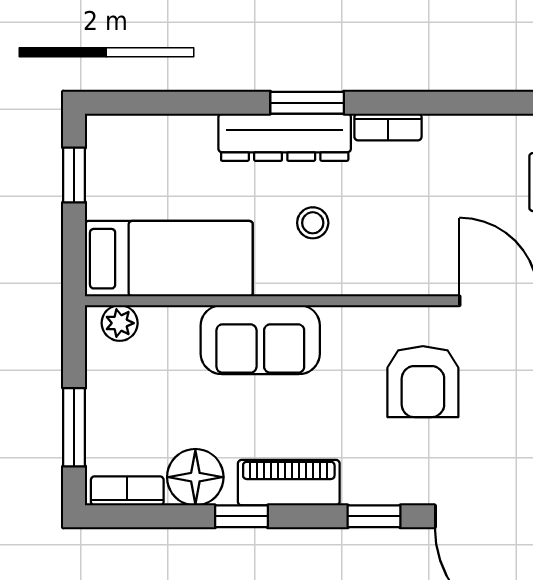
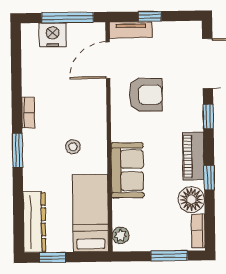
dresser: (285, 137) -> (34, 222), moved

